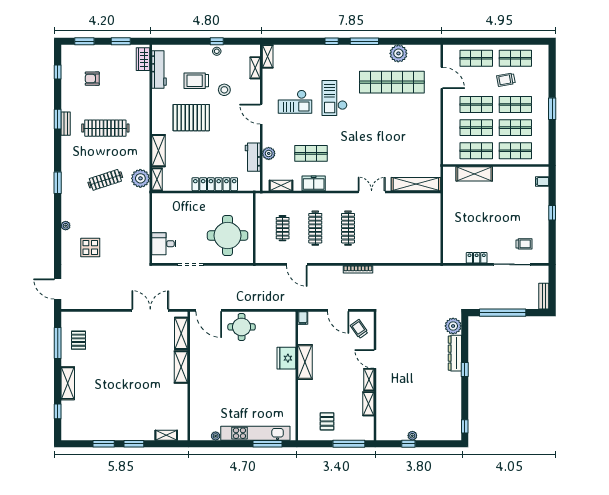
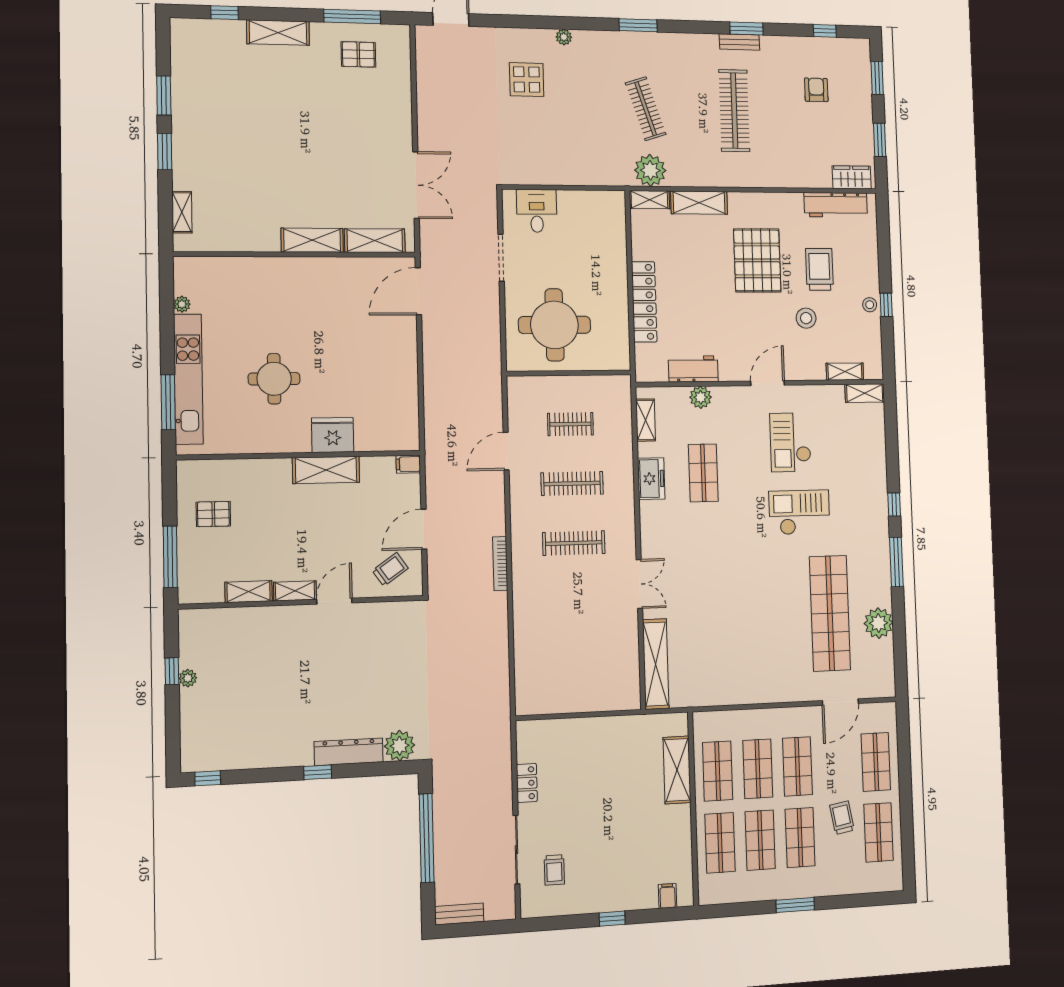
round table: (242, 327) -> (274, 379), moved

